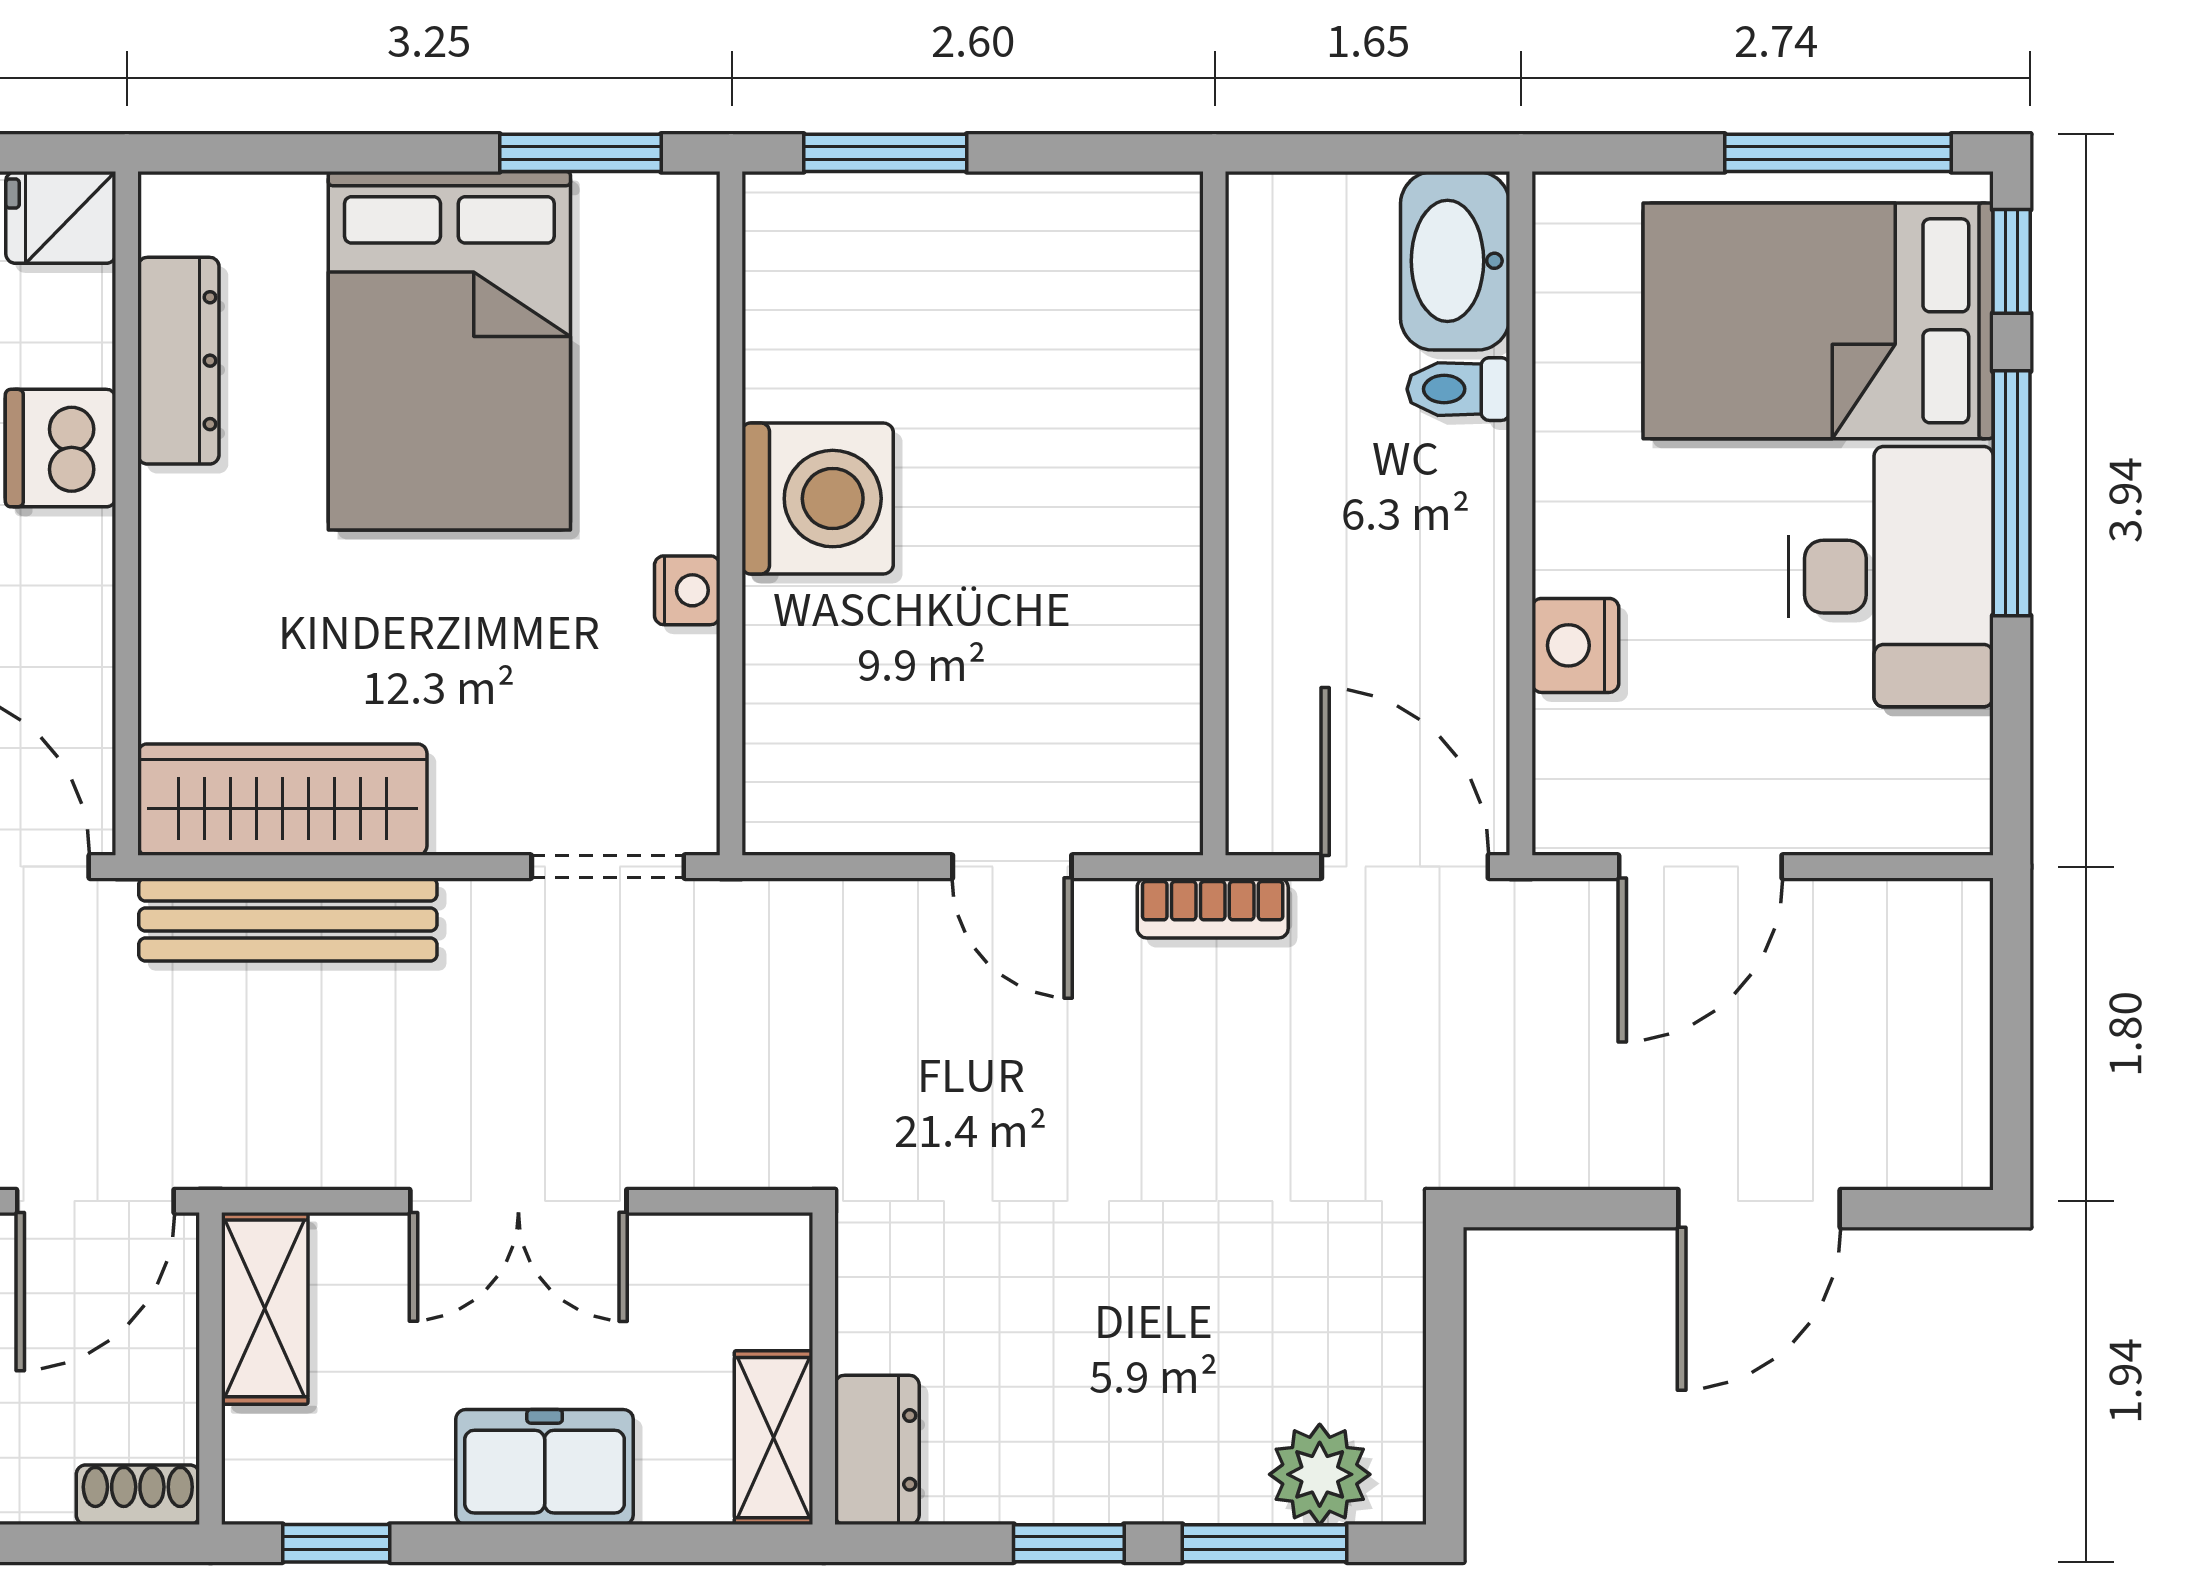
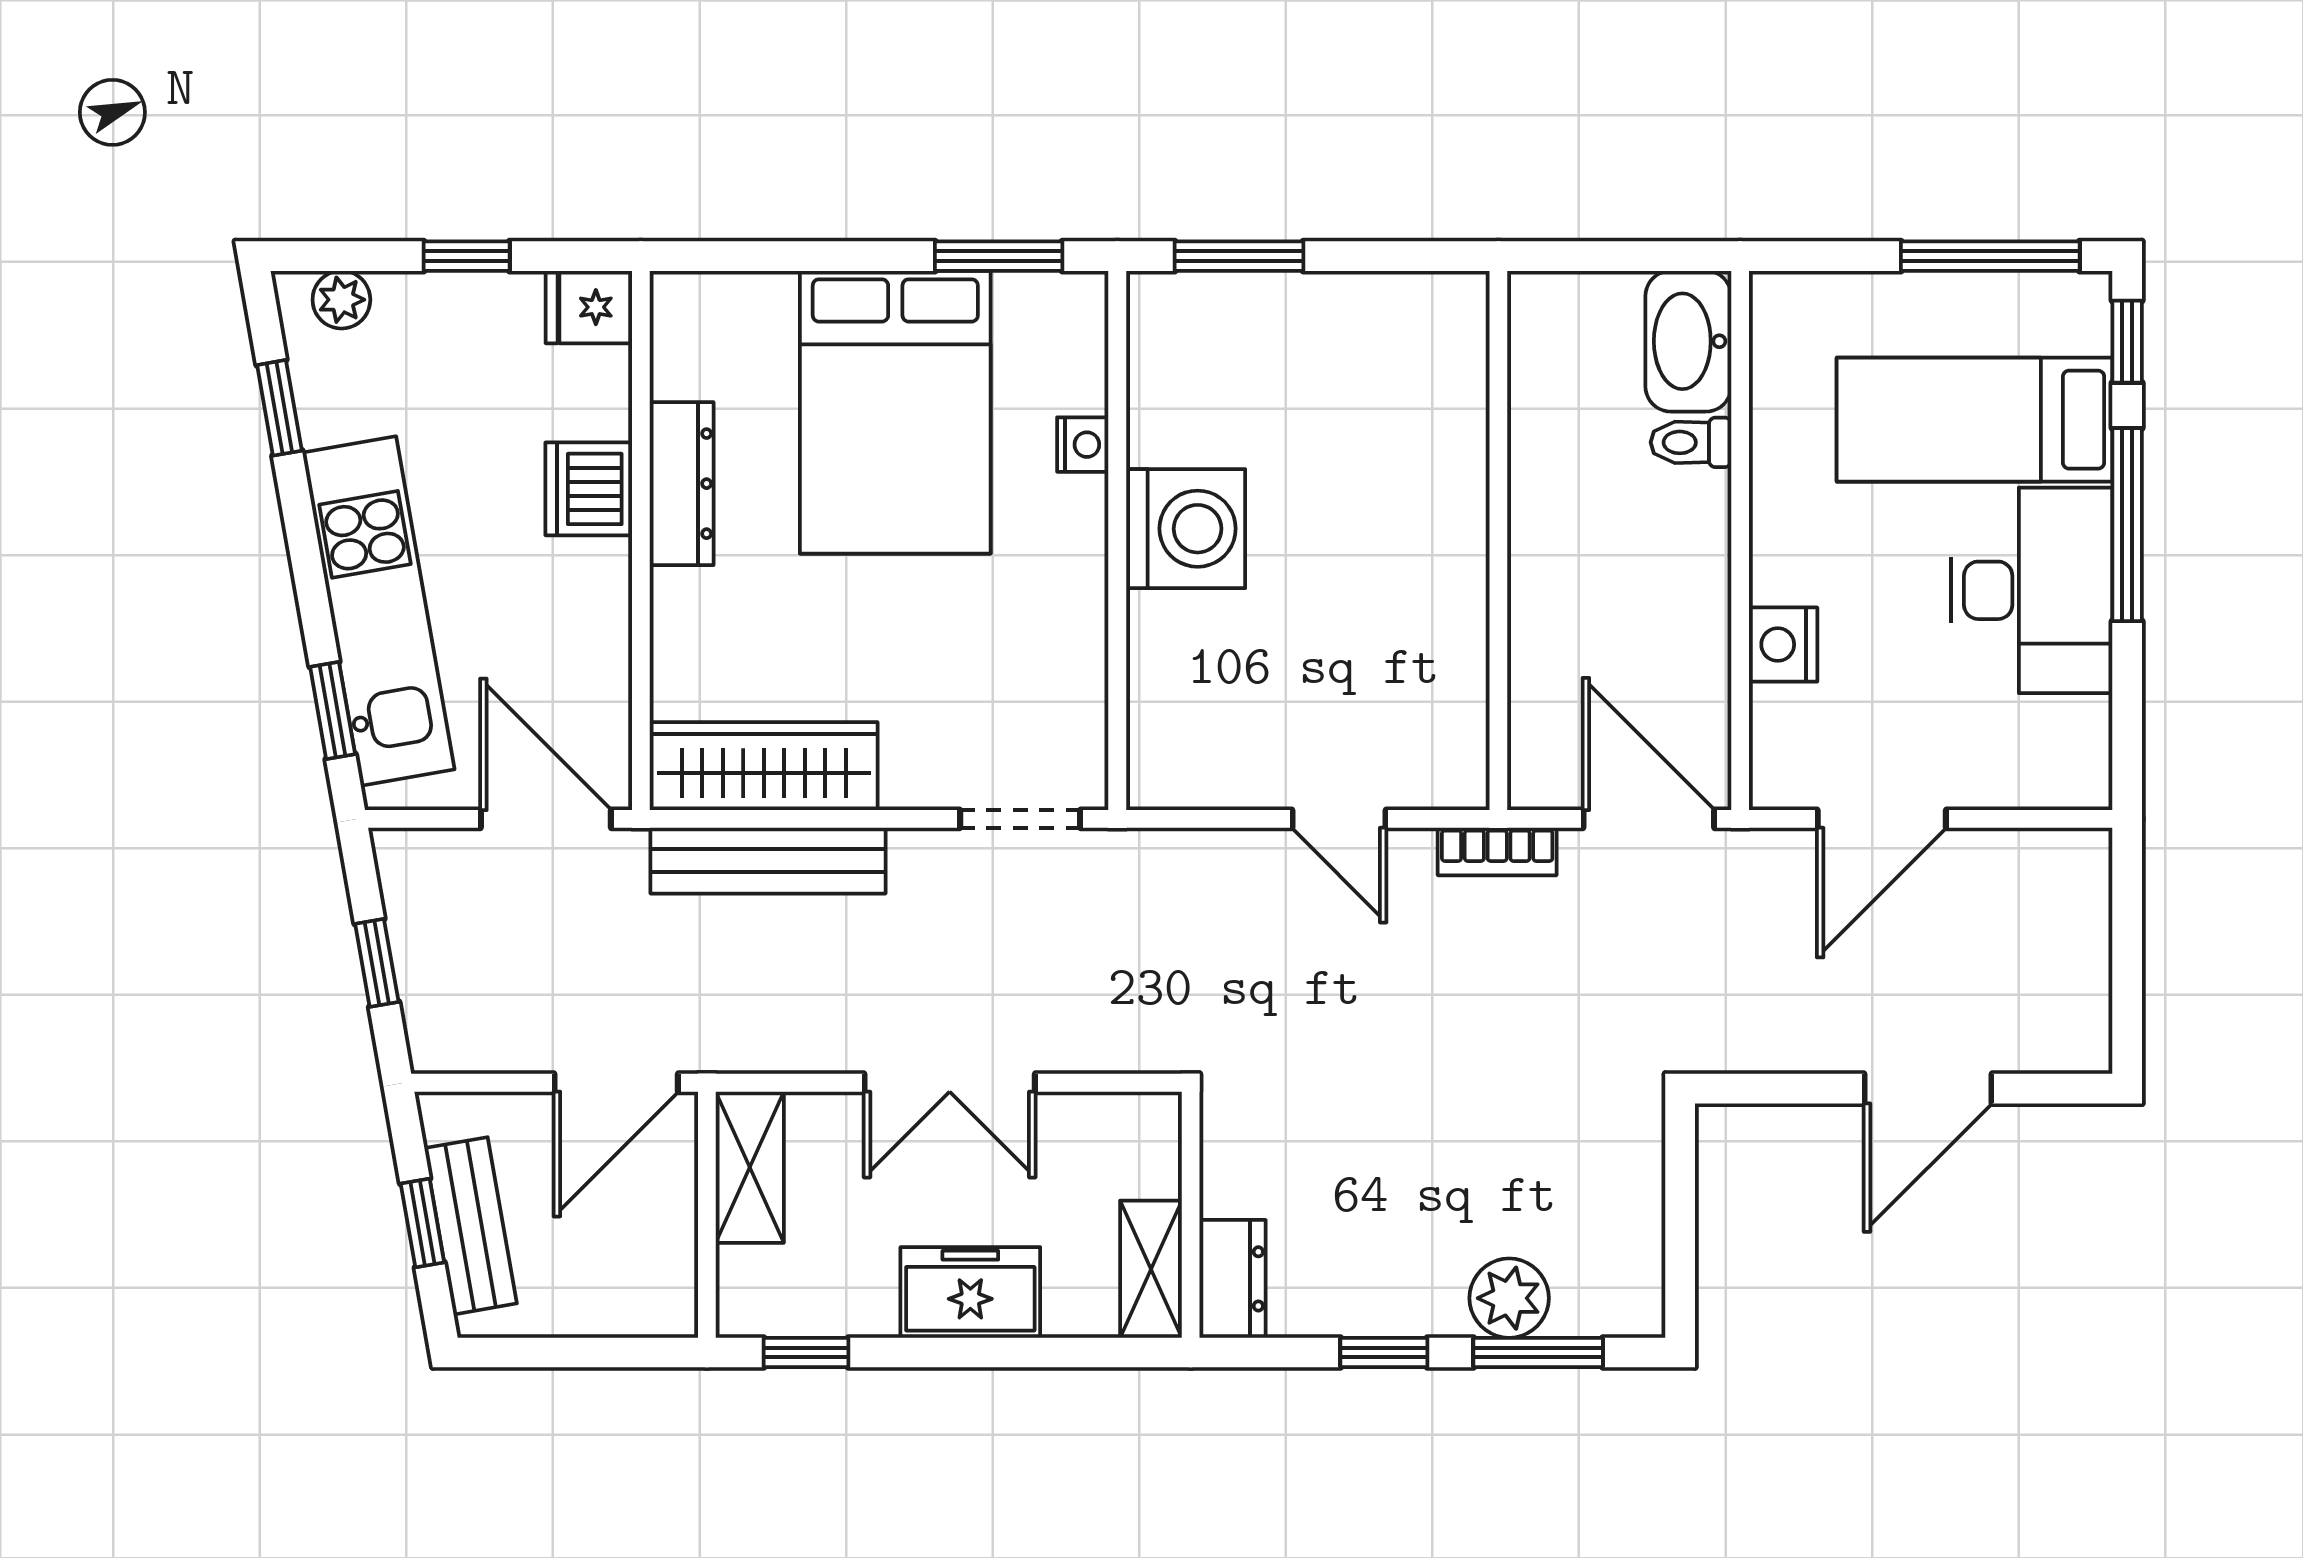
bed: (1818, 321) -> (1975, 420), width x0.67
dresser: (178, 361) -> (682, 484), moved
nightstand: (687, 590) -> (1083, 445), moved
plant: (1320, 1474) -> (1509, 1298), moved
shoe rack: (138, 1495) -> (650, 1314), removed

